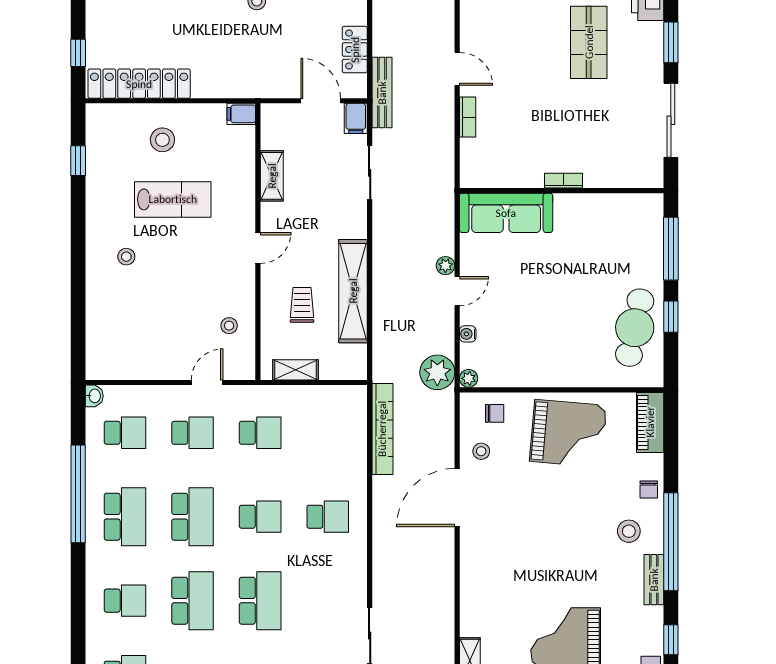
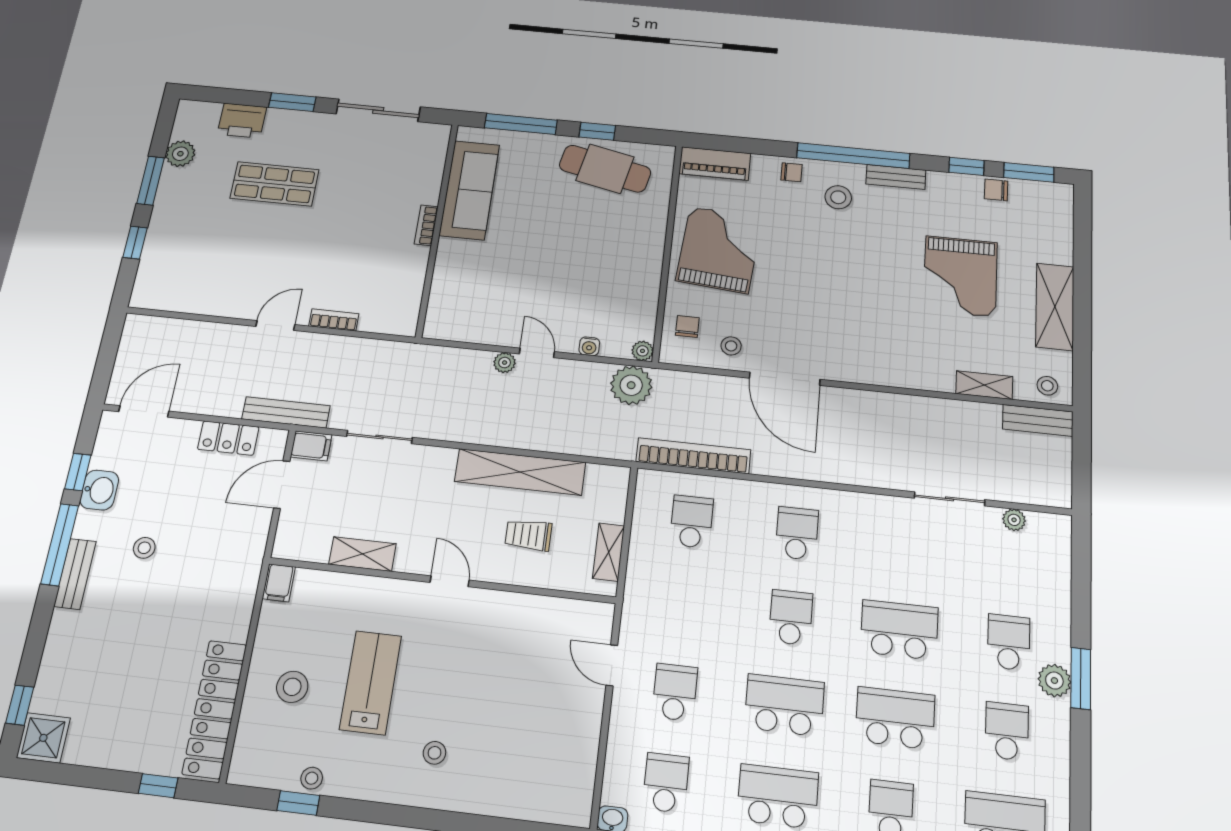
sofa: (506, 213) -> (469, 190), moved
stool: (229, 326) -> (312, 778), moved
school desk: (260, 433) -> (692, 522), moved

